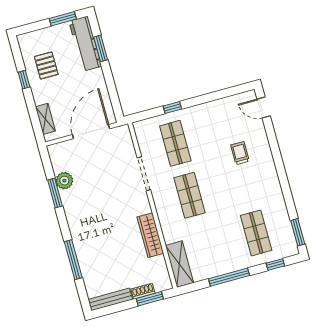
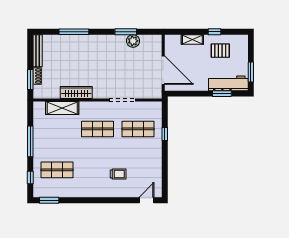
shelving: (45, 119) -> (192, 39), moved
shelving: (179, 264) -> (62, 108), moved

